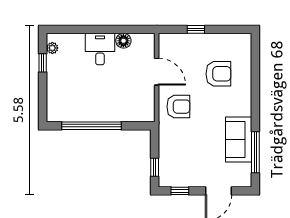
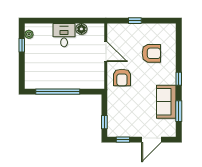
armchair: (178, 107) -> (122, 77), turned 90
window: (255, 108) -> (179, 79), added
window: (255, 152) -> (179, 111), width x0.69

